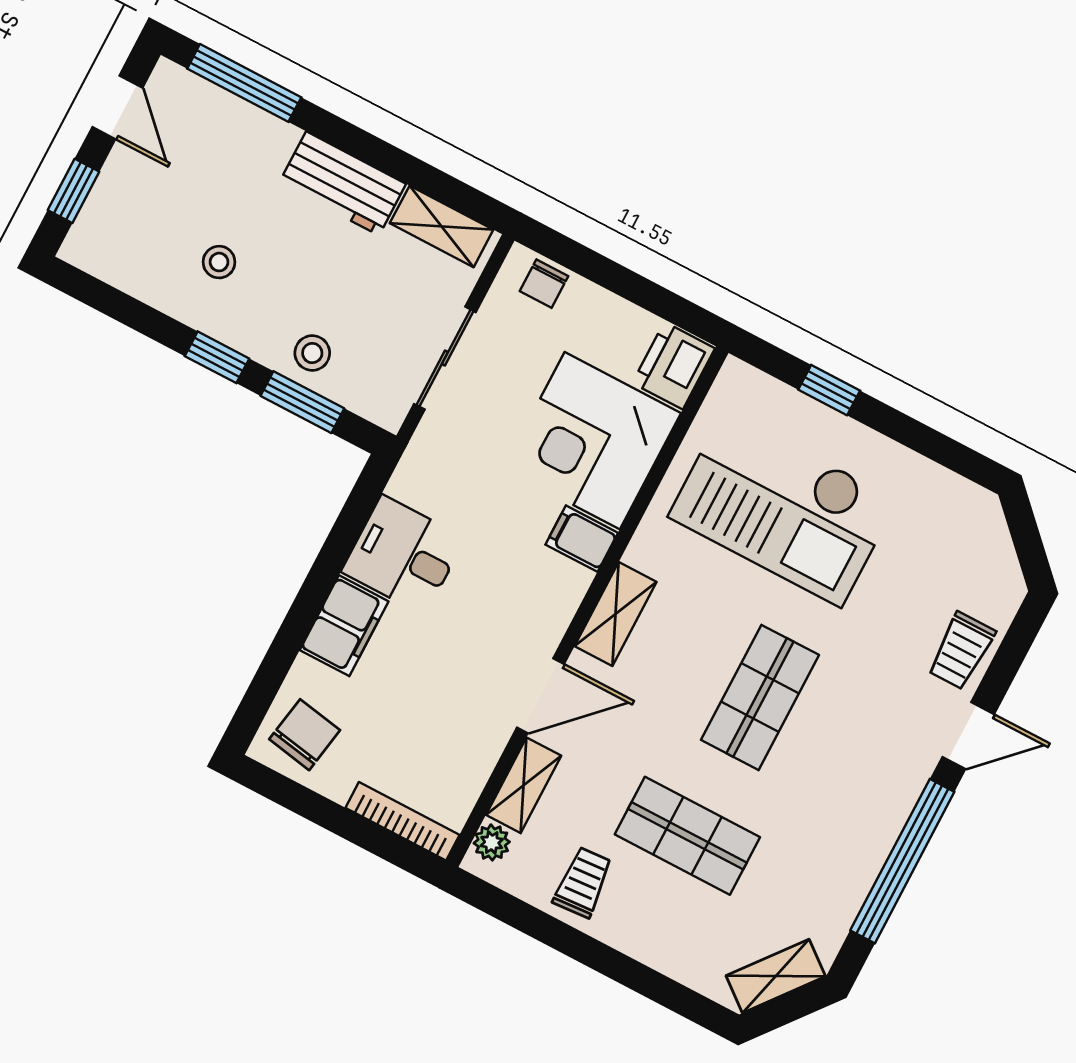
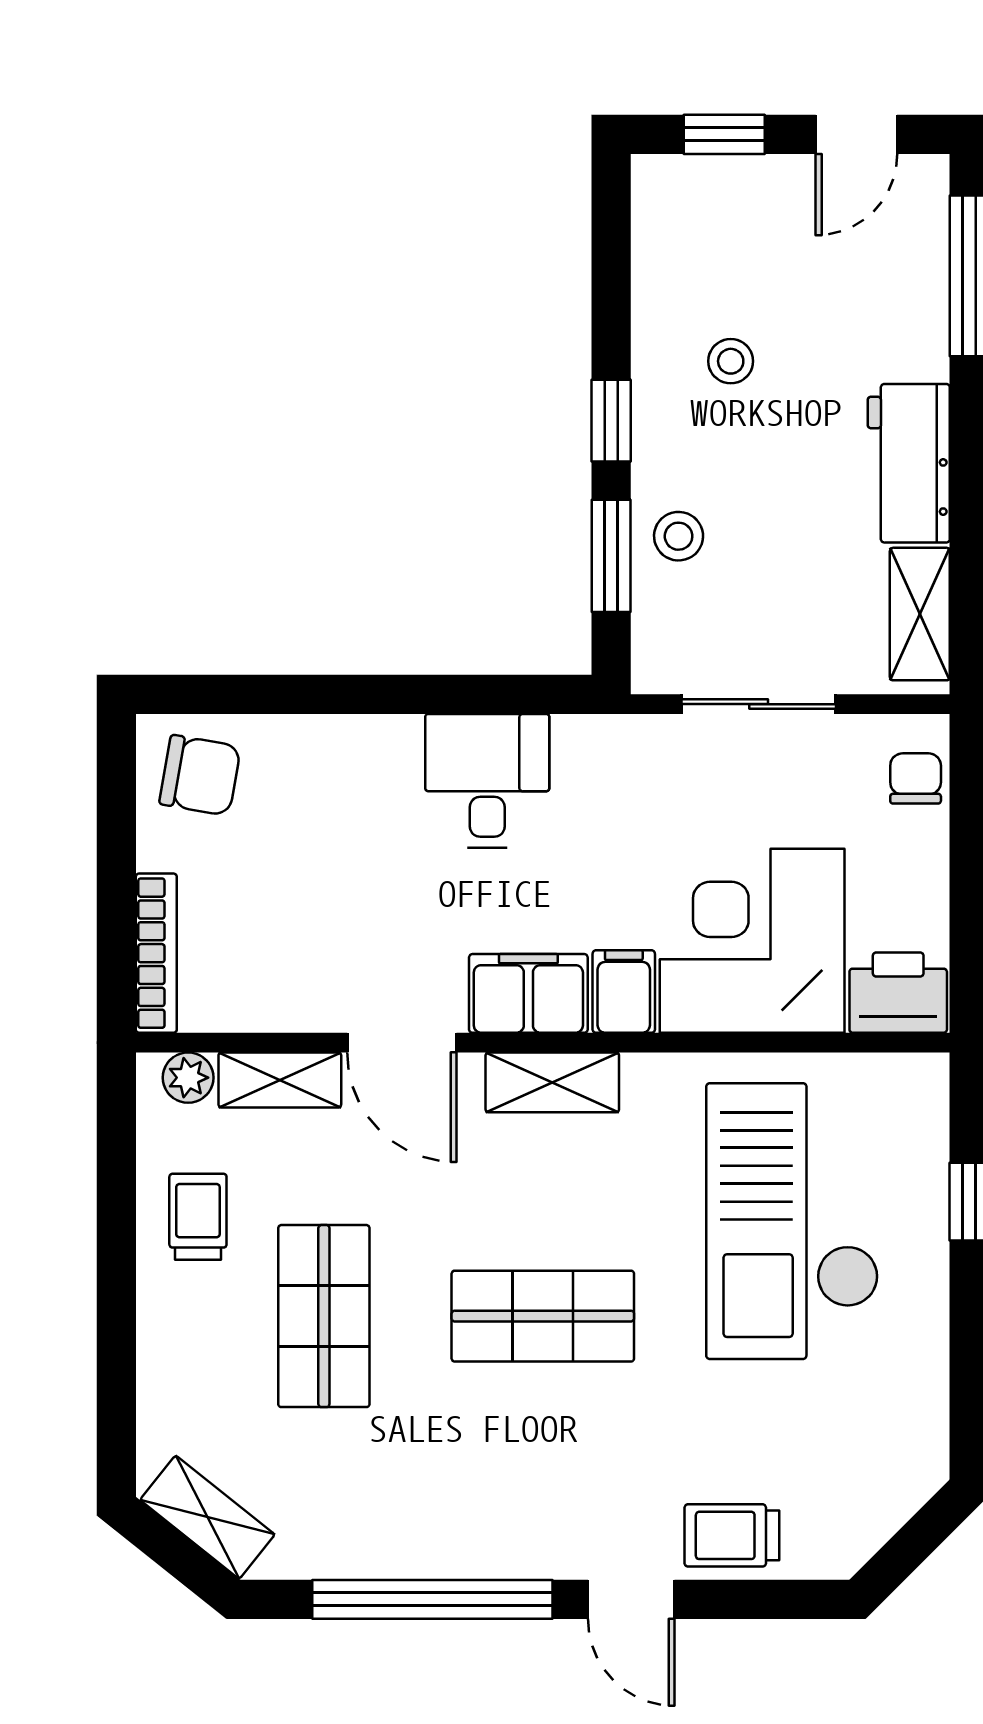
chair: (544, 284) -> (916, 778), turned 90
filing cabinet: (344, 626) -> (528, 993), moved, turned 180
trolley: (583, 882) -> (198, 1217), turned -86

